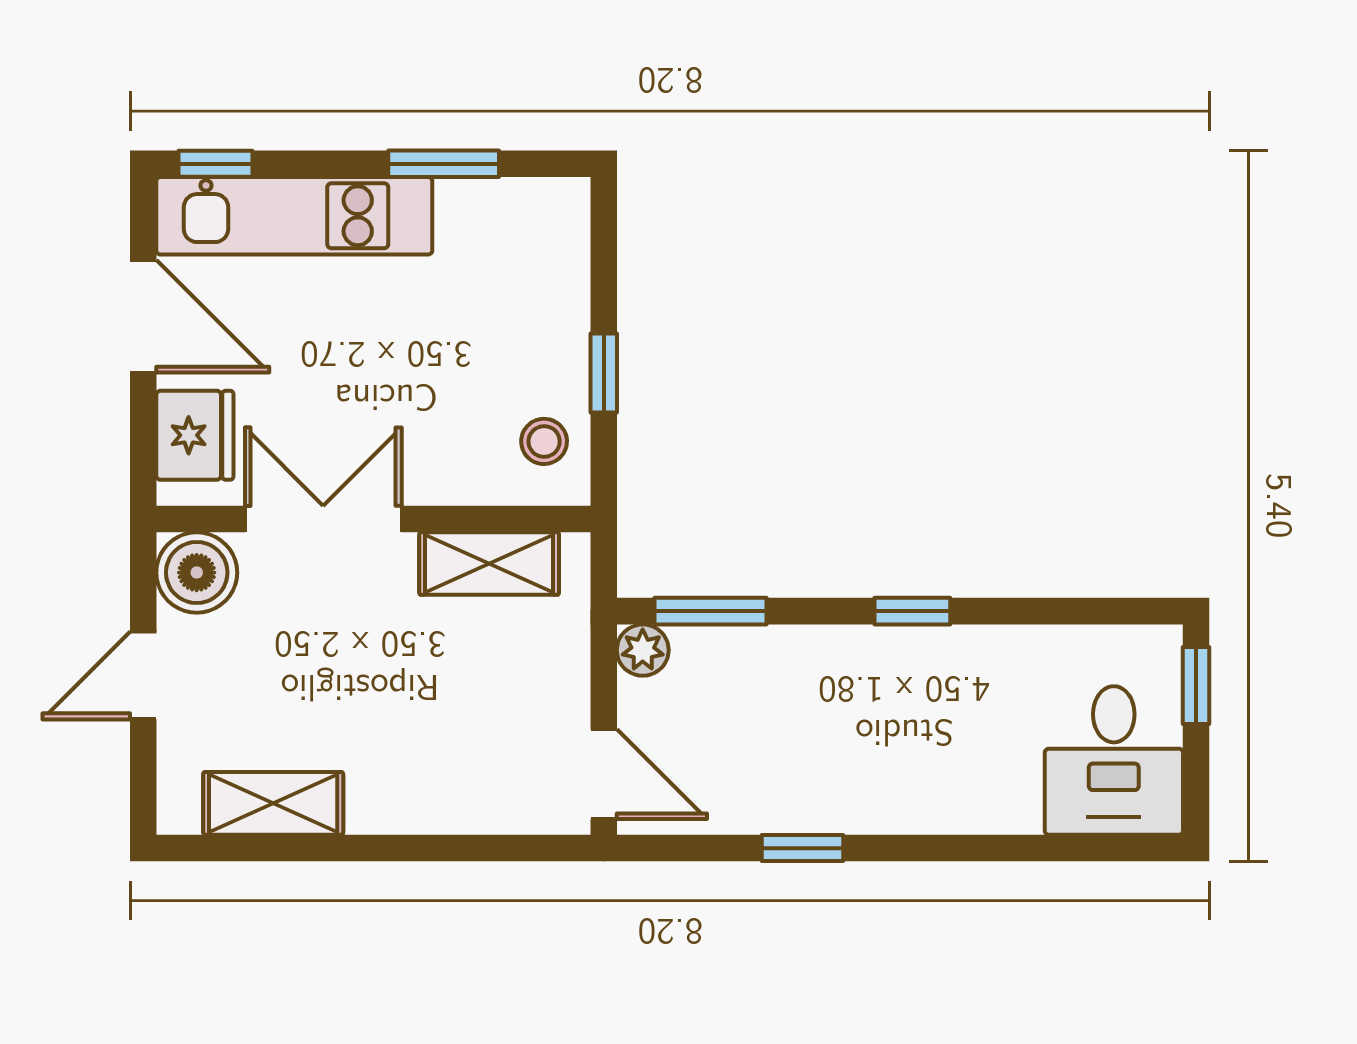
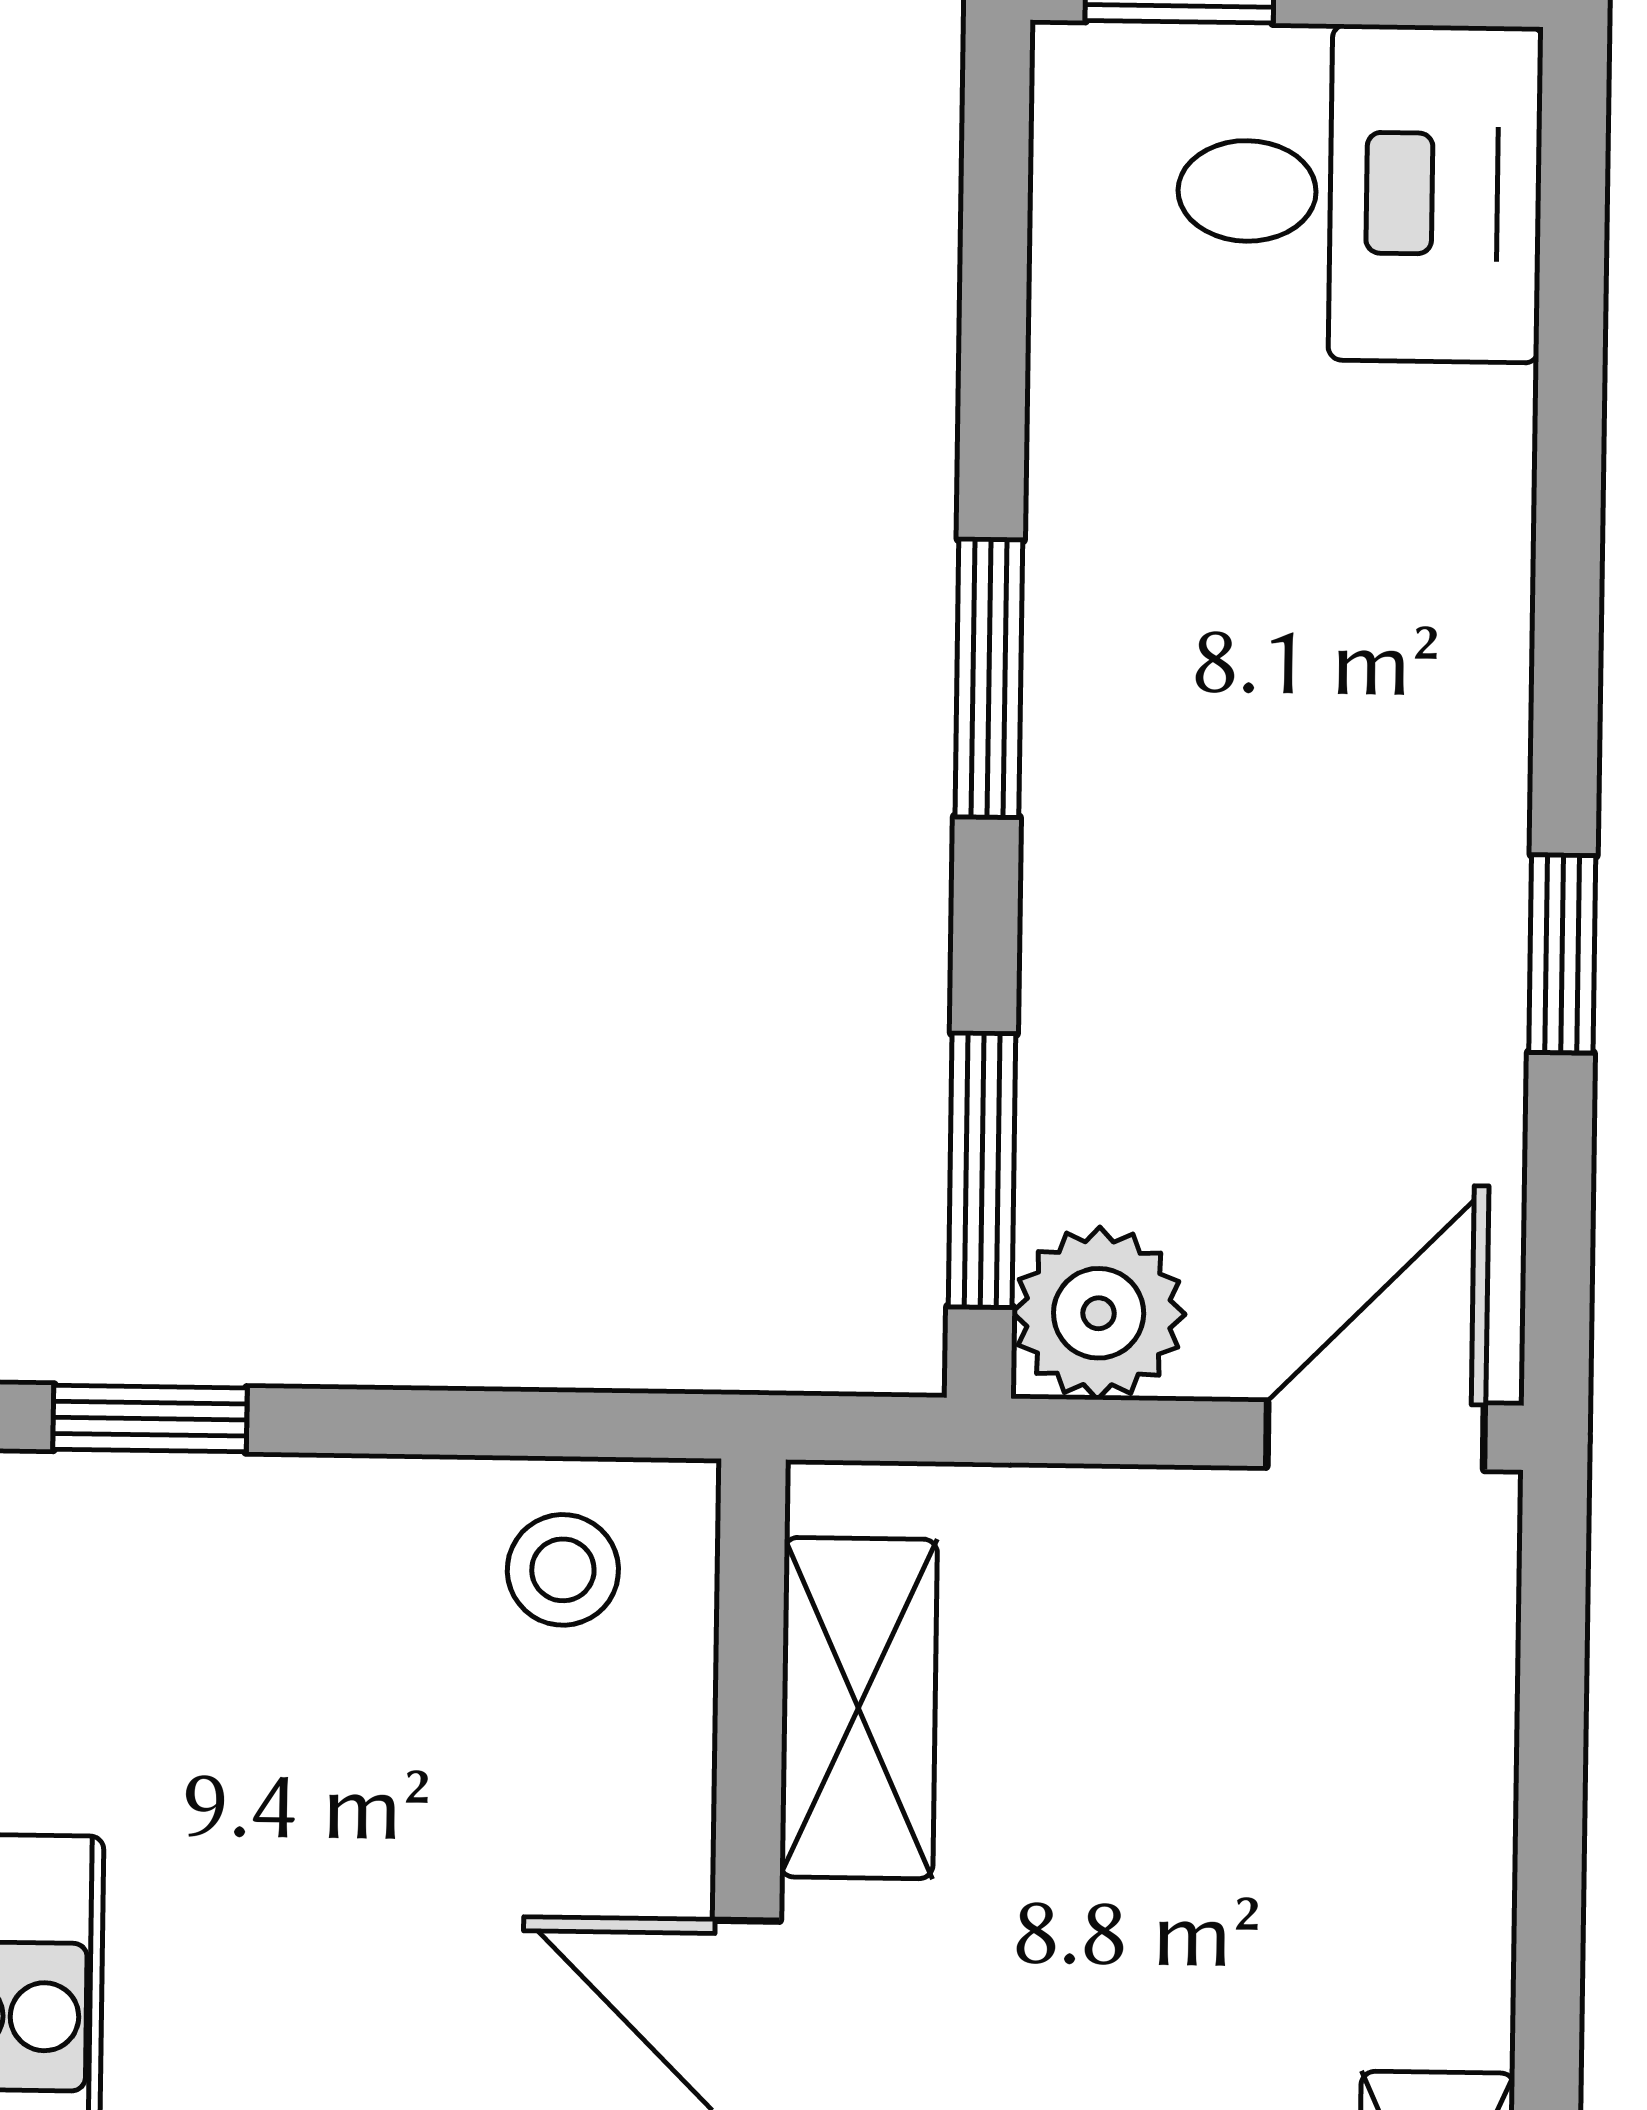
window: (604, 373) -> (150, 1419), moved
window: (912, 611) -> (989, 678), width x1.50
plant: (643, 650) -> (1099, 1313), width x1.38, depth x1.38

